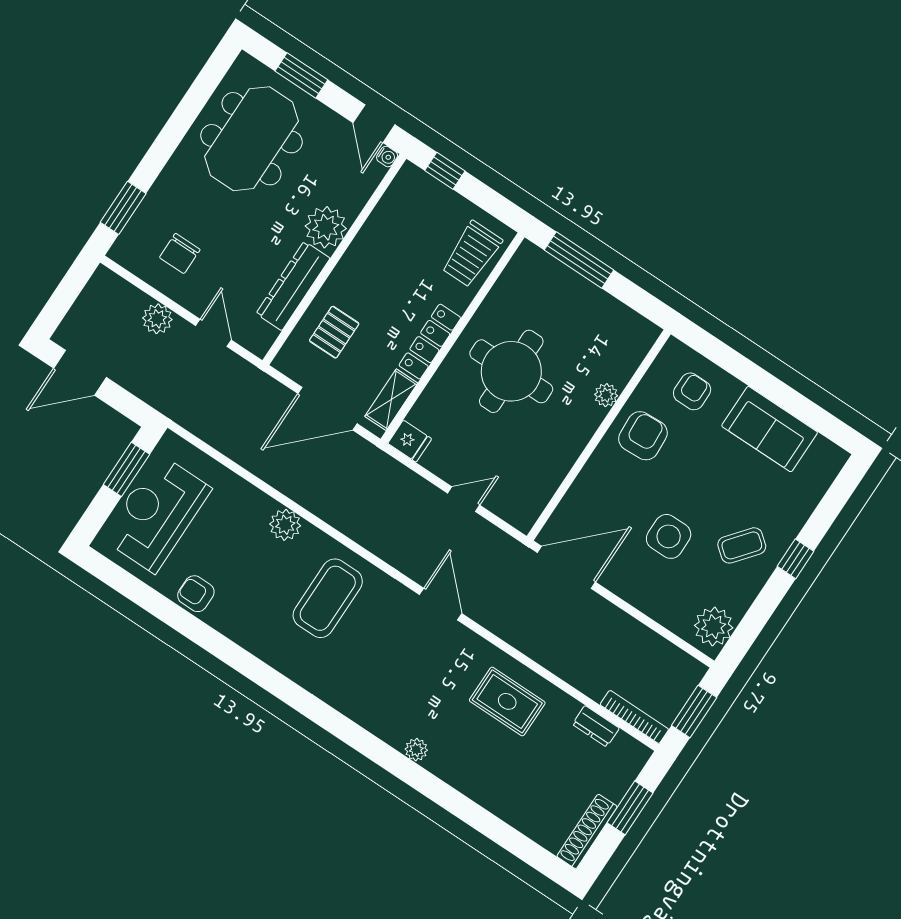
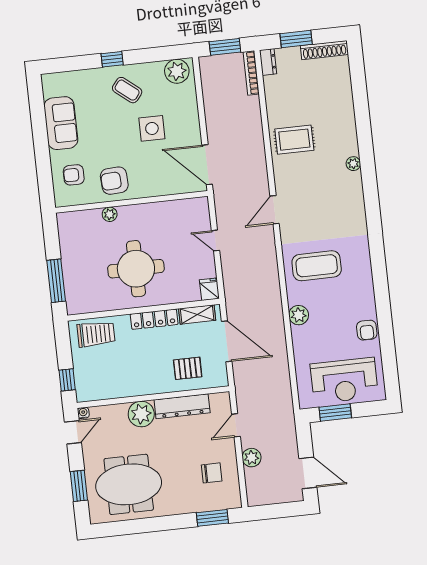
rug: (507, 701) -> (294, 140), turned 90
dresser: (596, 726) -> (268, 62), moved

